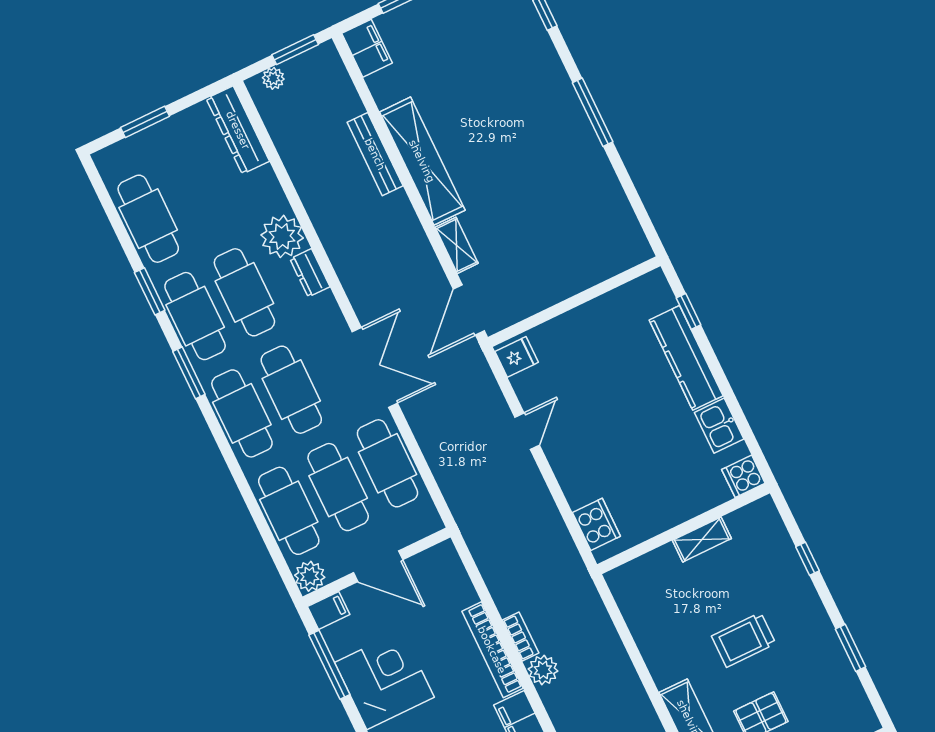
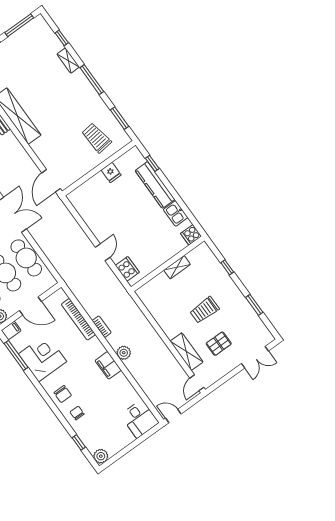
window: (637, 204) -> (120, 118), added
trolley: (580, 237) -> (96, 138), added
shelving: (457, 245) -> (68, 61), moved
fridge: (517, 357) -> (111, 172), moved, turned 90
door: (527, 431) -> (103, 252), moved
bookcase: (492, 650) -> (78, 319), moved
plant: (543, 670) -> (124, 353), moved

